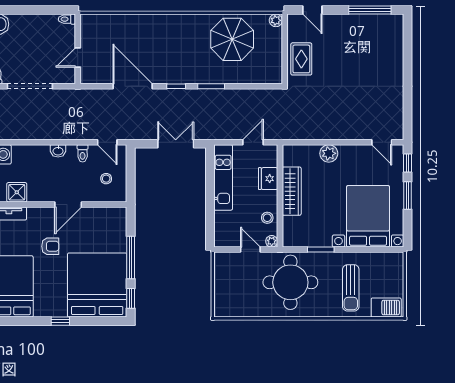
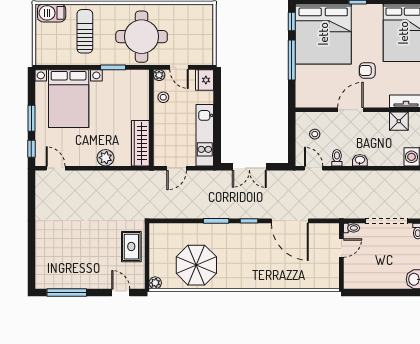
toilet: (67, 19) -> (352, 228), moved
fridge: (268, 179) -> (205, 80), moved, turned 180
wardrobe: (292, 191) -> (140, 143), moved

